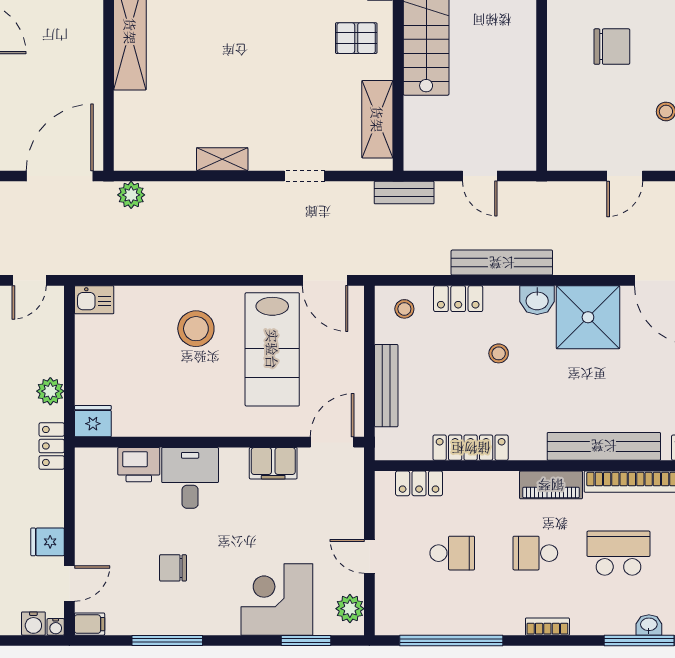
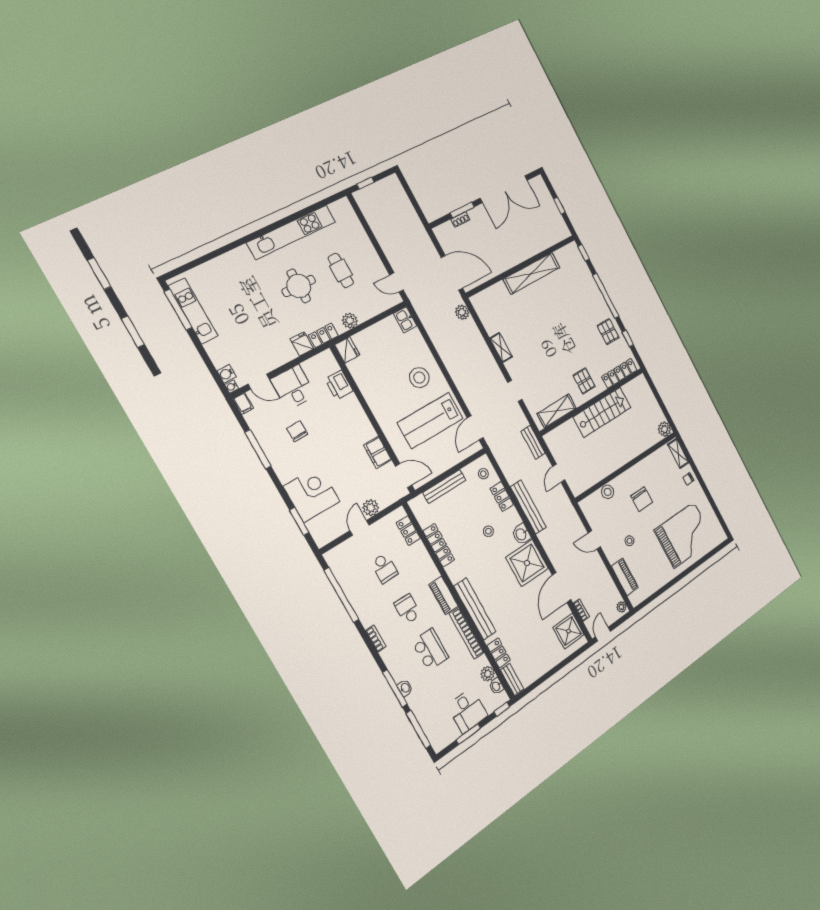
stool: (562, 104) -> (608, 492), added
desk: (190, 478) -> (293, 387), moved, turned -90
fridge: (47, 542) -> (302, 344), moved
plant: (350, 609) -> (371, 508), moved

